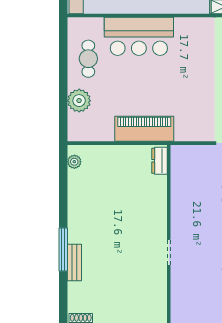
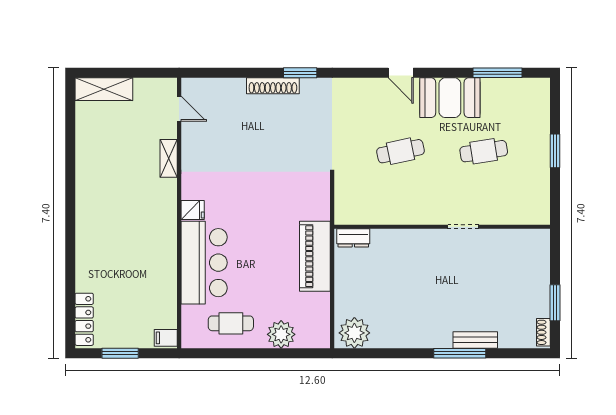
fridge: (183, 27) -> (193, 210), added
plant: (74, 162) -> (354, 333), width x1.88, depth x1.88

